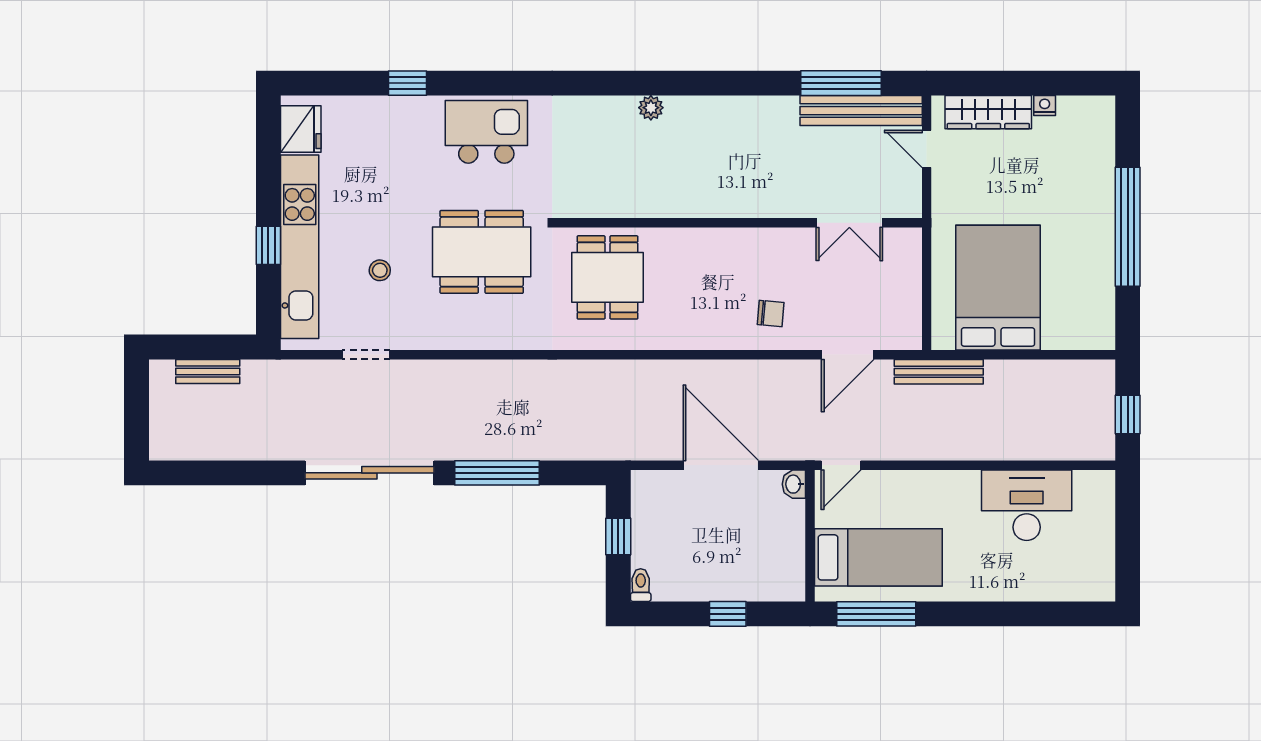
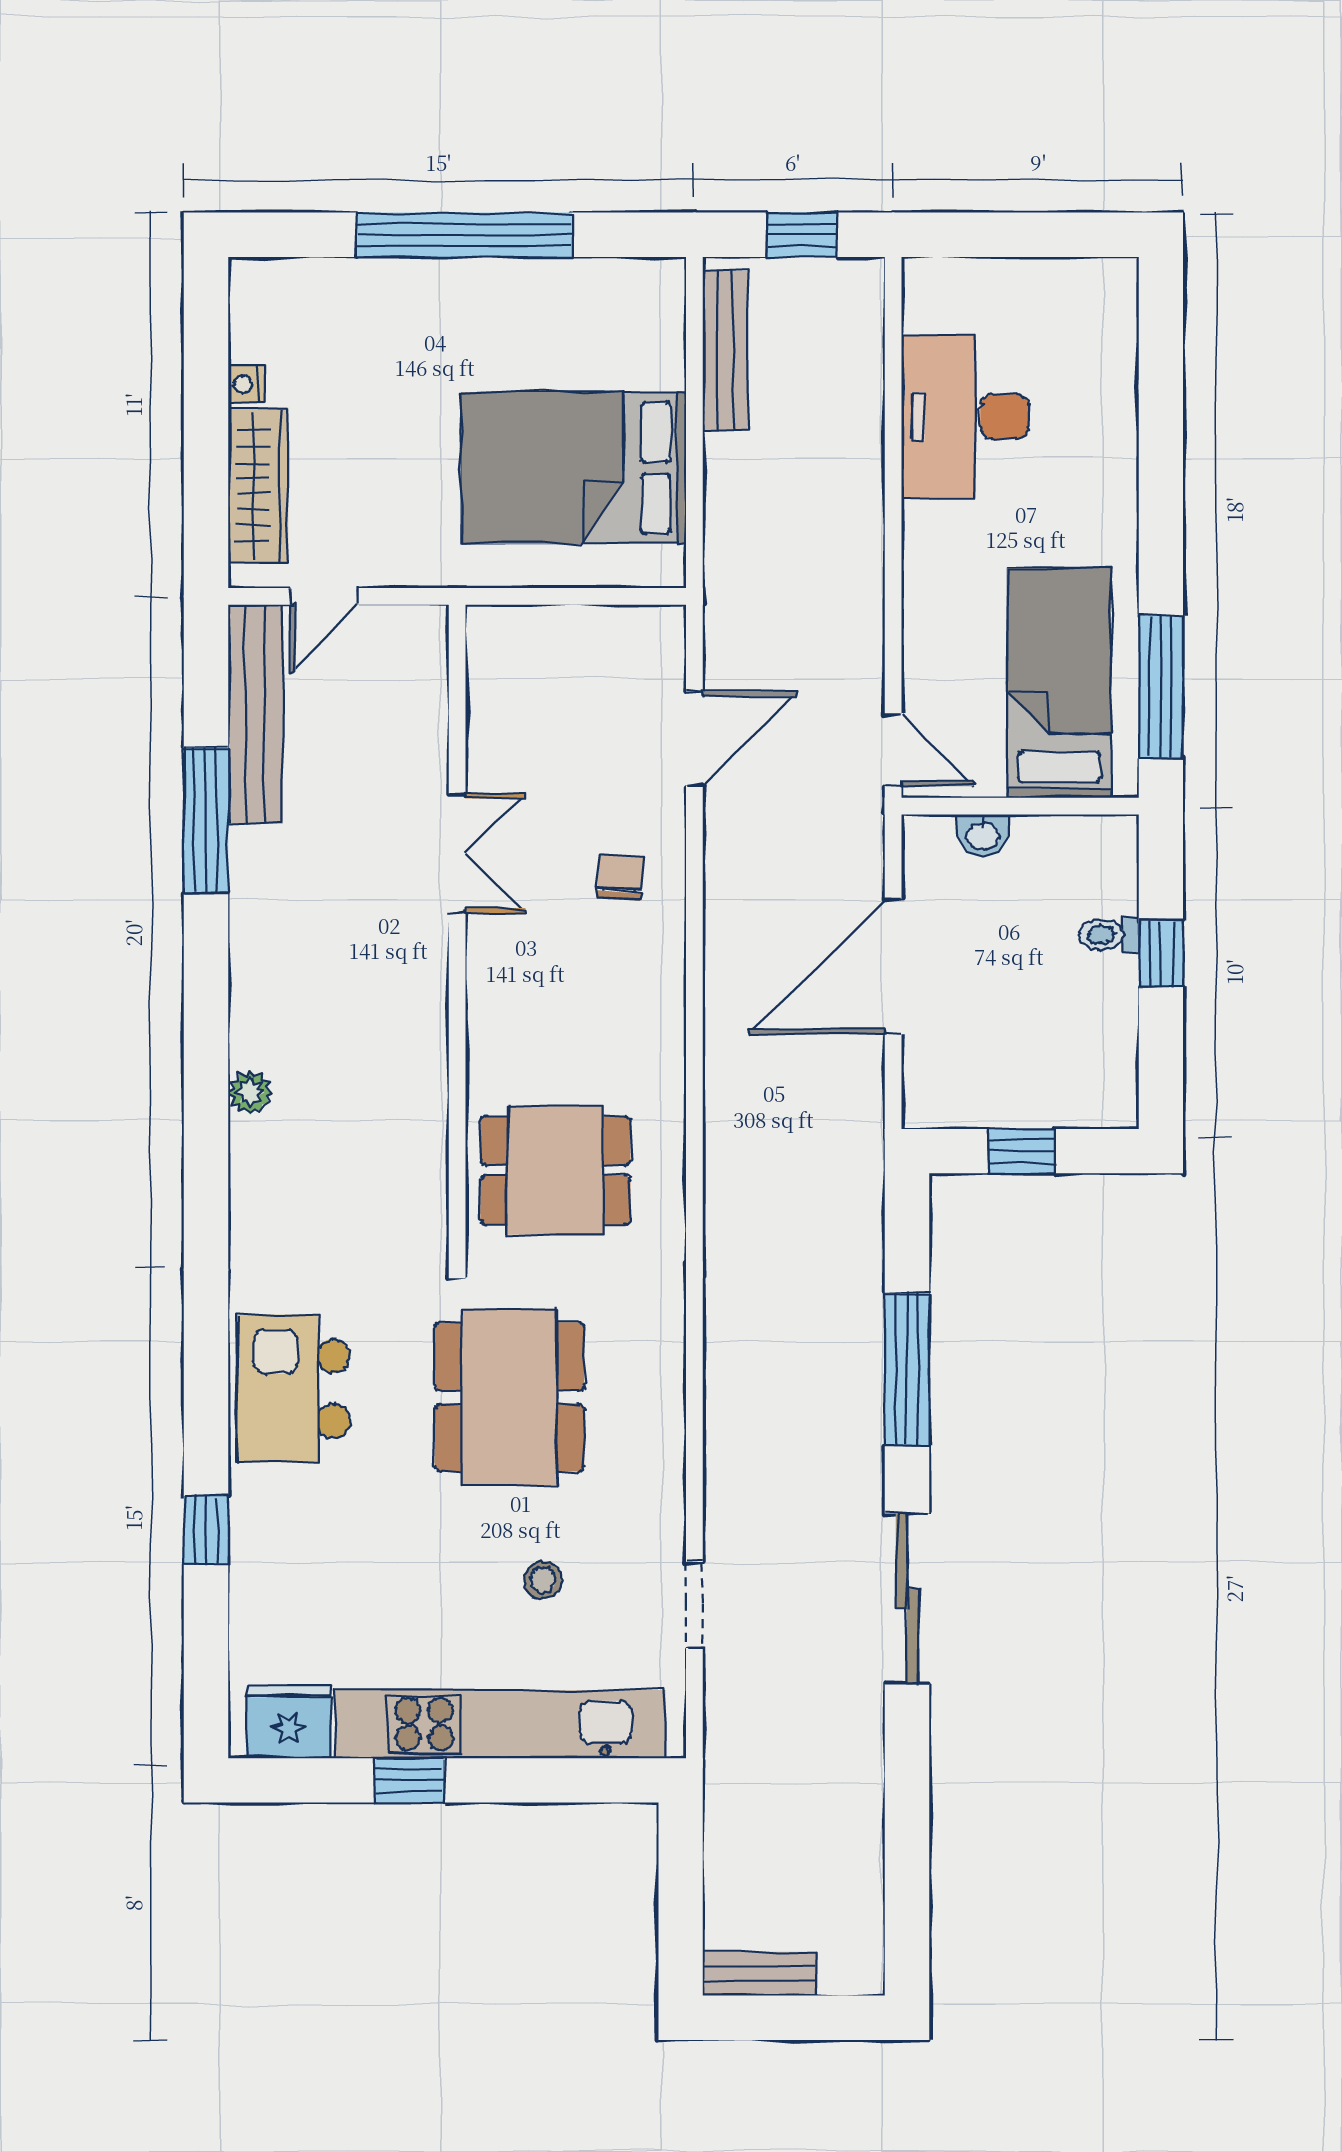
window: (841, 83) -> (206, 820), moved
double door: (849, 223) -> (457, 853), moved
window: (268, 245) -> (409, 1780), moved
door: (848, 355) -> (694, 739), hinge flipped
bench: (208, 371) -> (760, 1974), moved, turned 90
bench: (939, 372) -> (725, 351), moved
sliding door: (369, 473) -> (907, 1599), width x0.73
washbasin: (794, 484) -> (983, 835), moved
toilet: (641, 585) -> (1109, 935), moved

